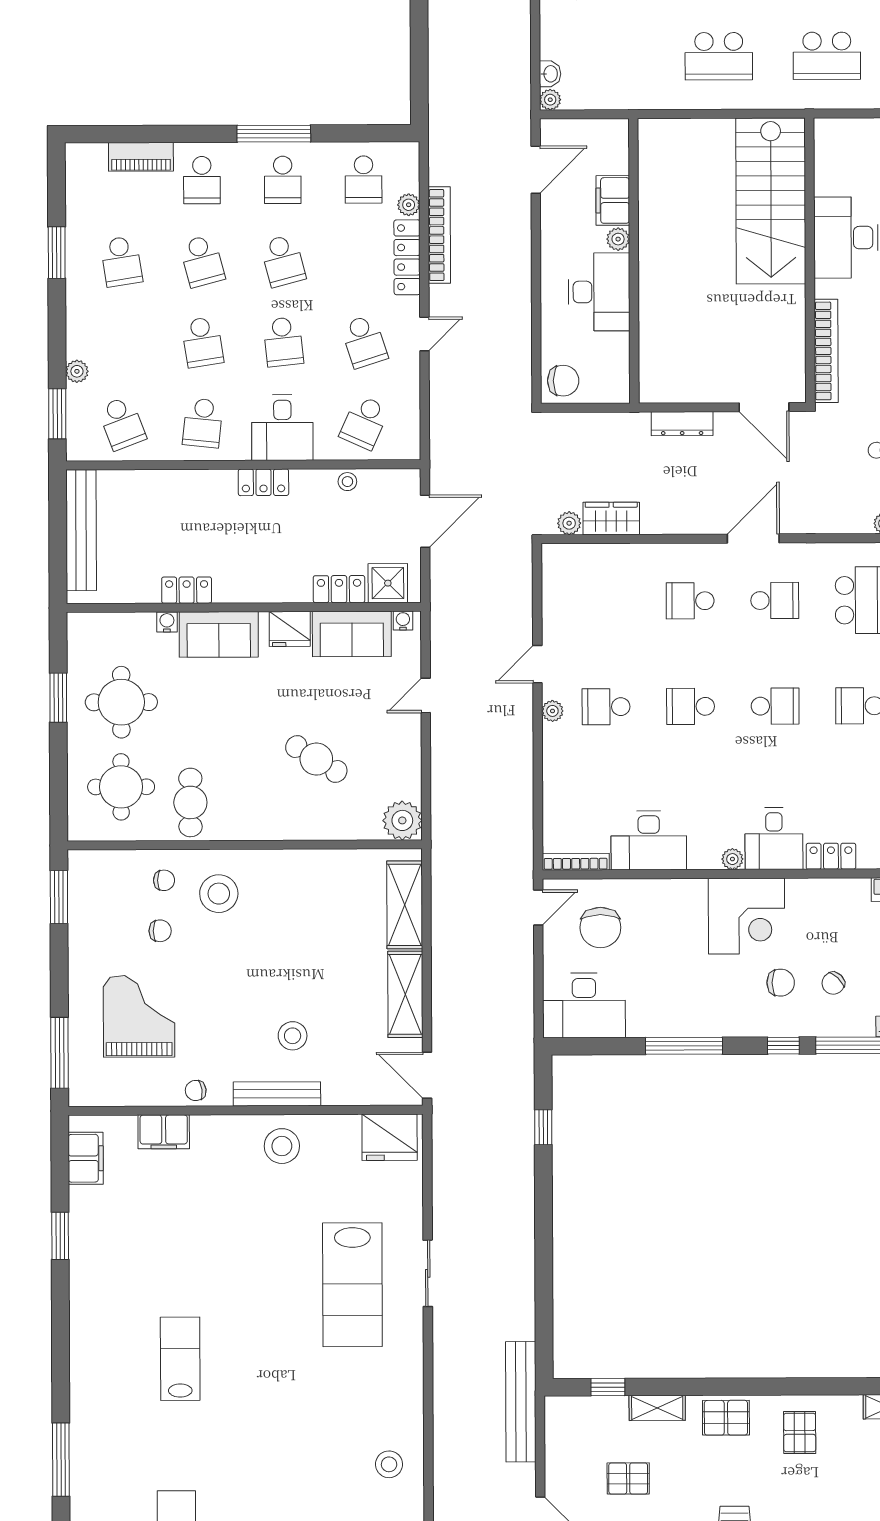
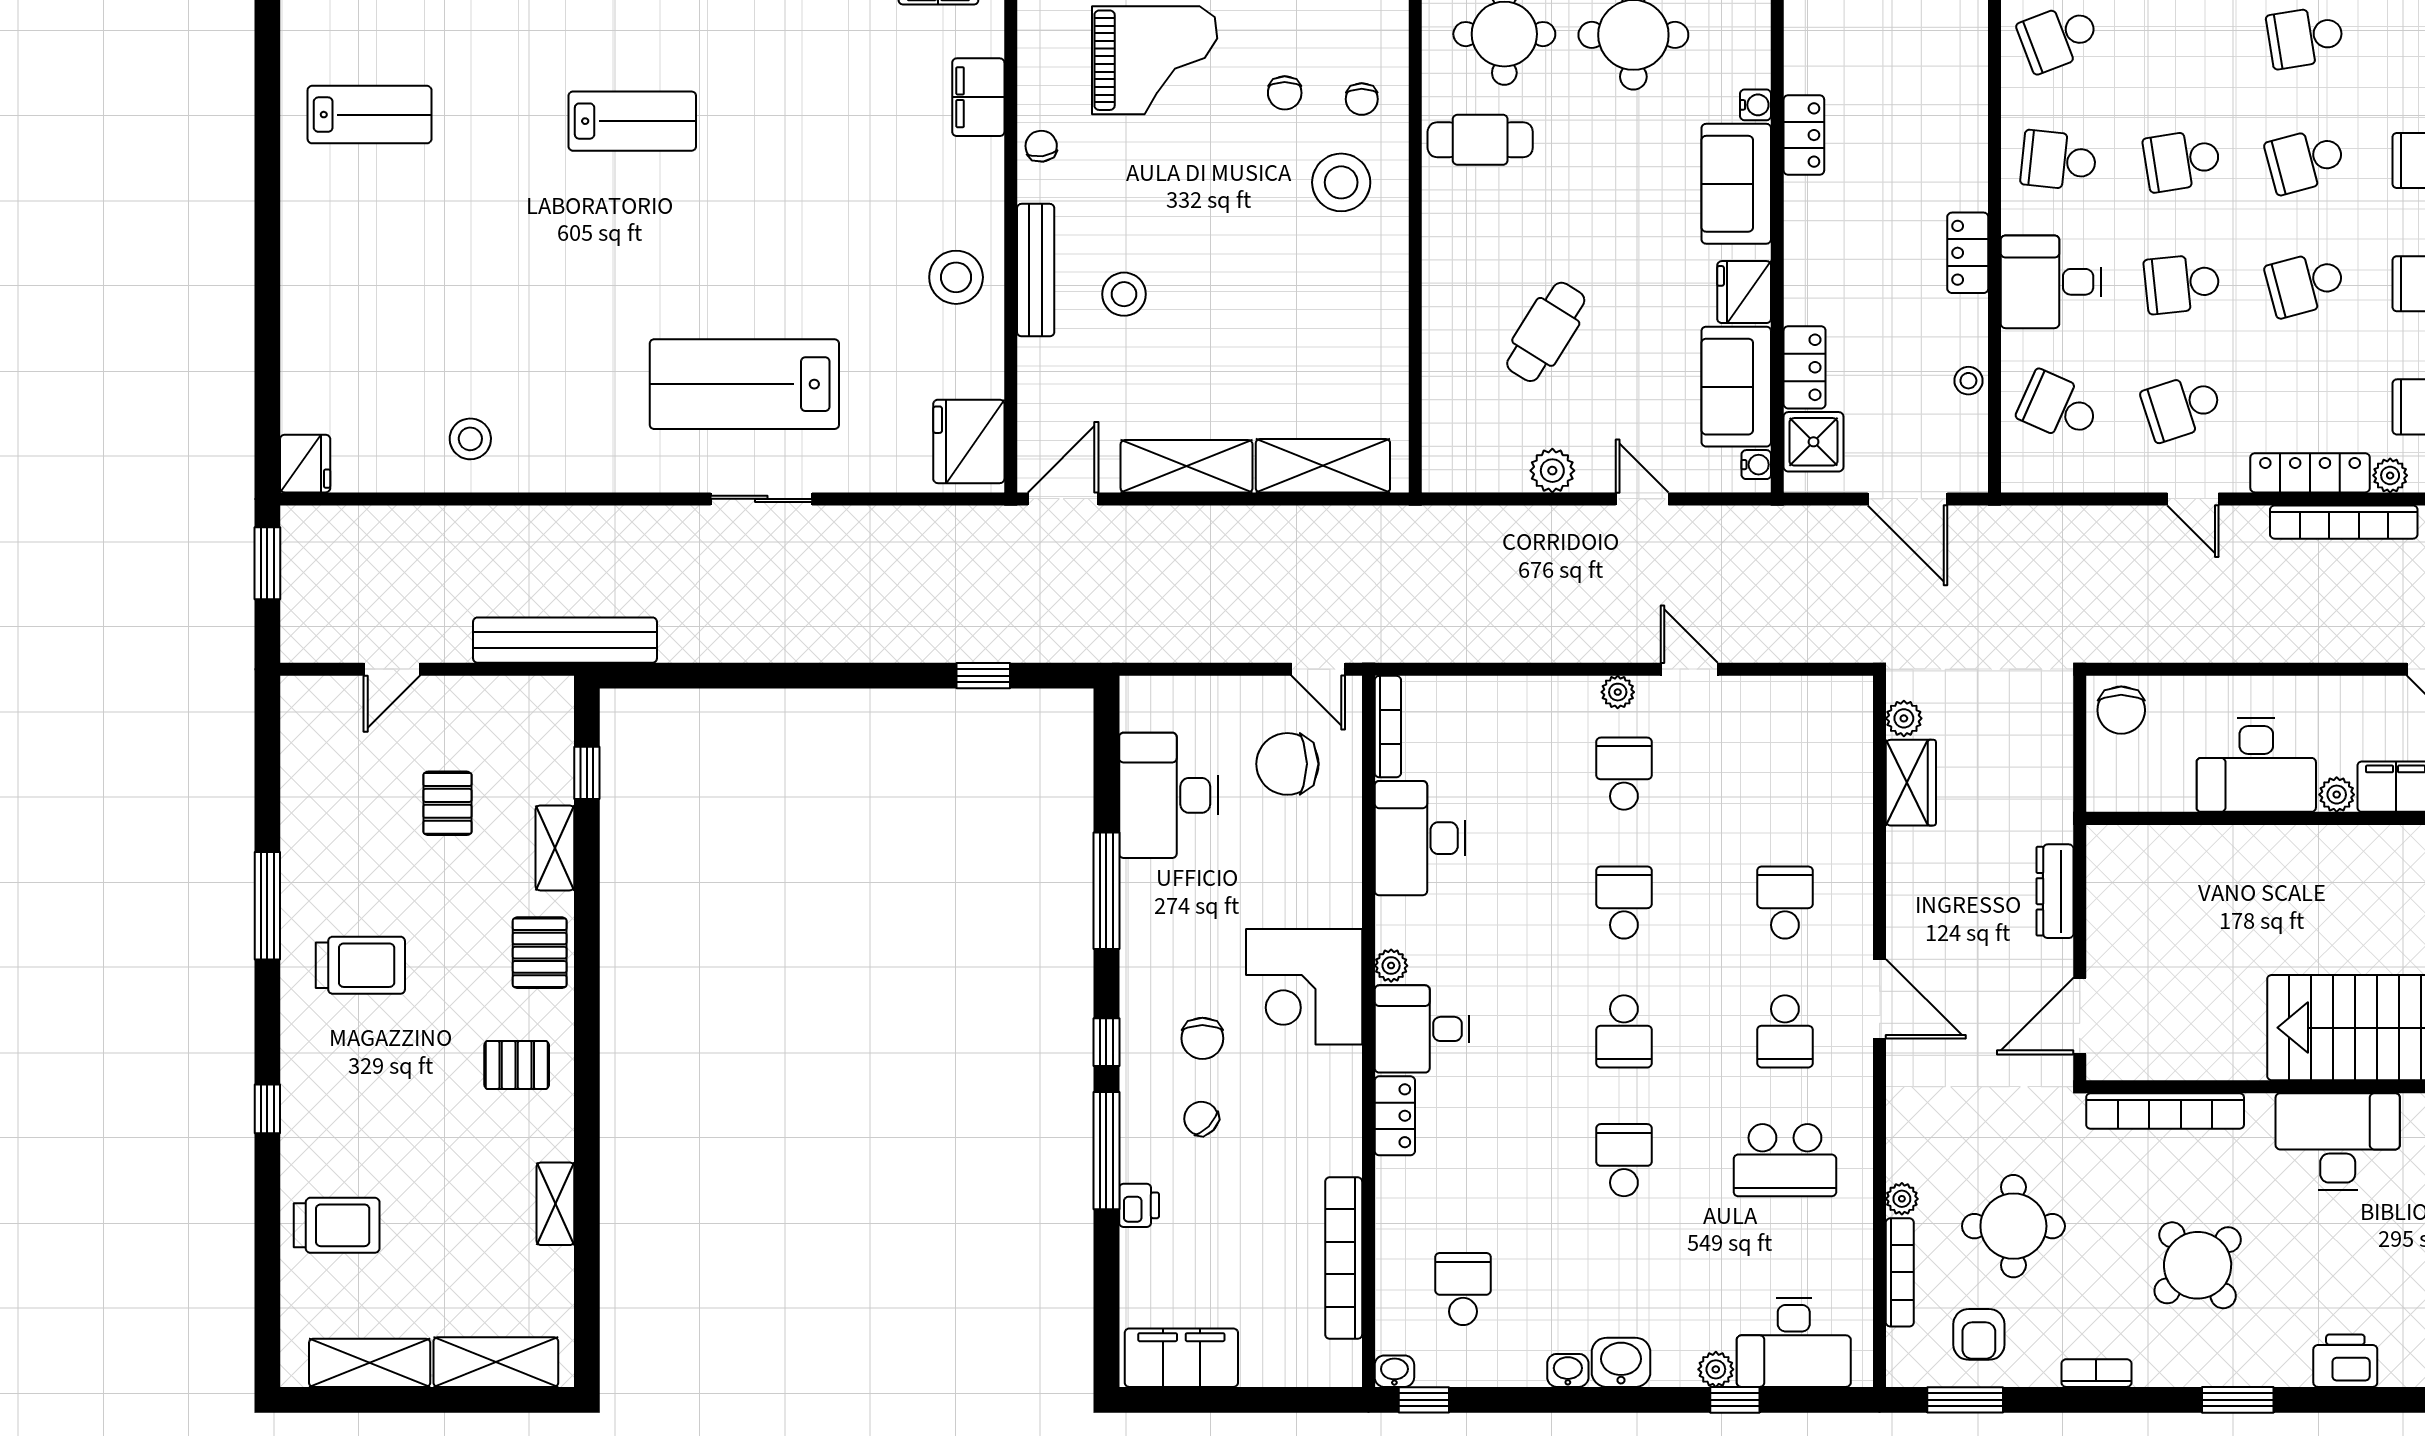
plant: (402, 820) -> (1552, 471), moved, width x0.73, depth x0.73
desk: (584, 1006) -> (1169, 795), moved

